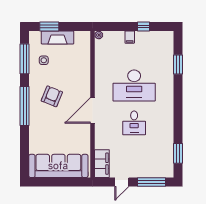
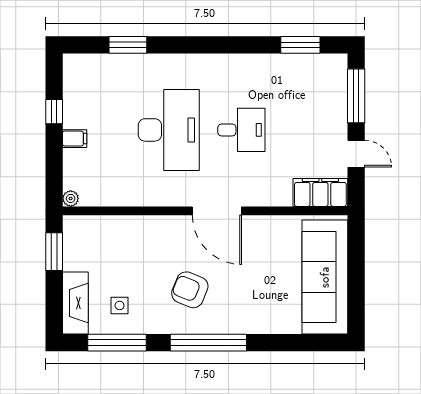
window: (49, 26) -> (54, 252), moved
fireplace: (58, 37) -> (75, 303), moved

